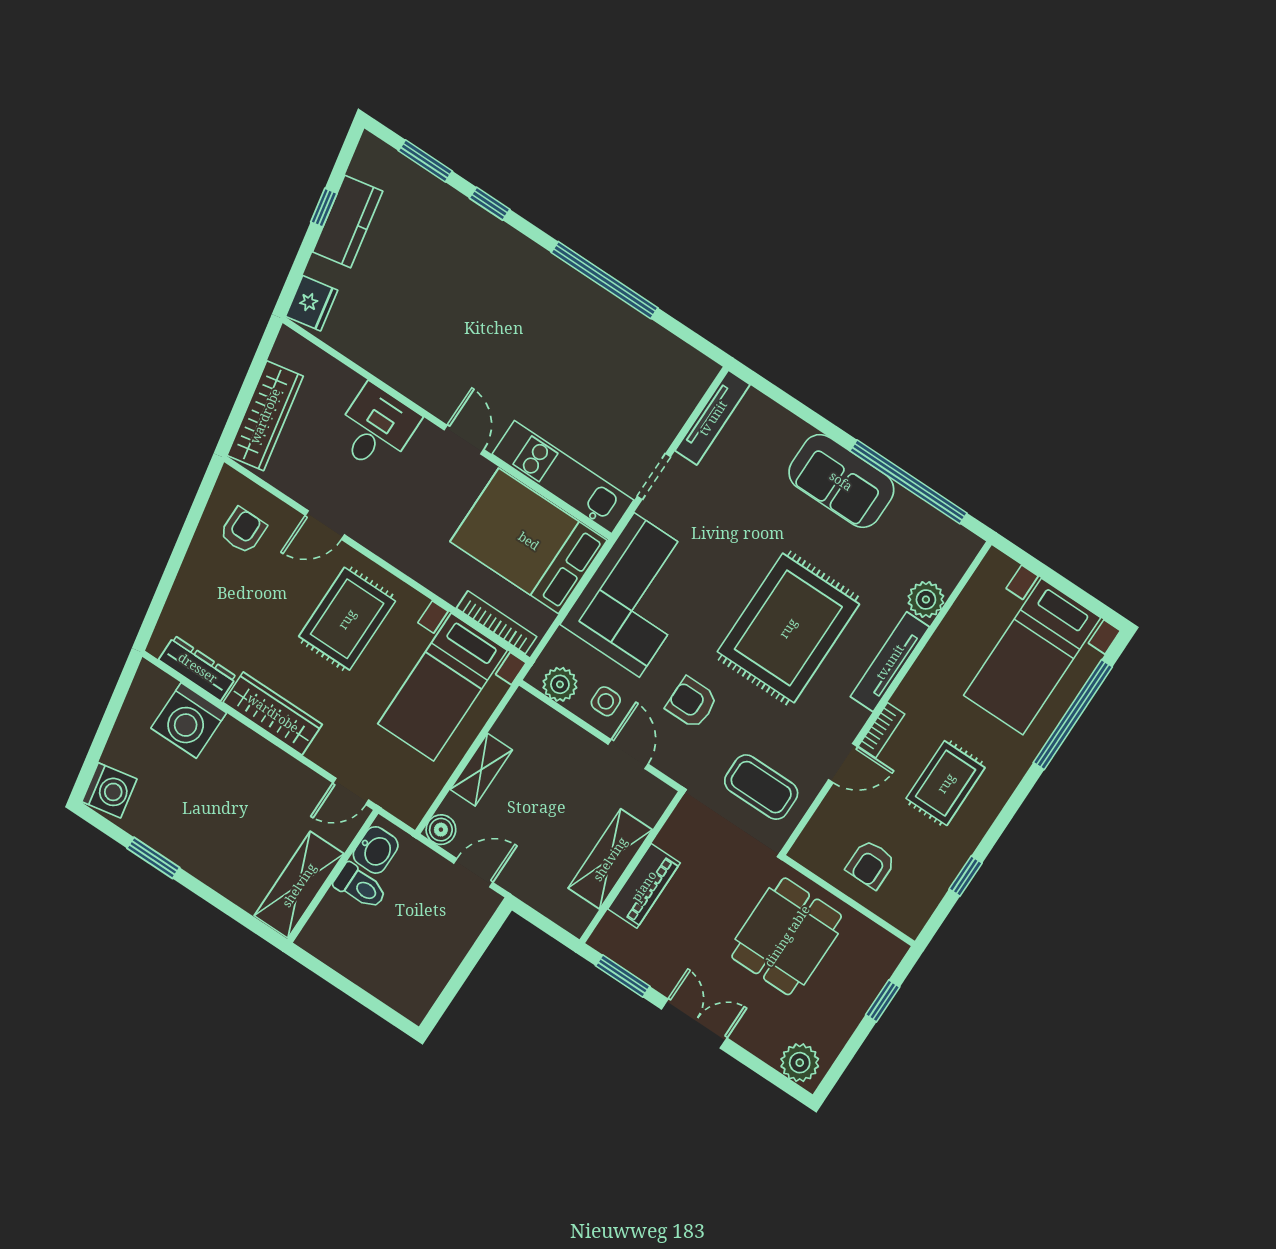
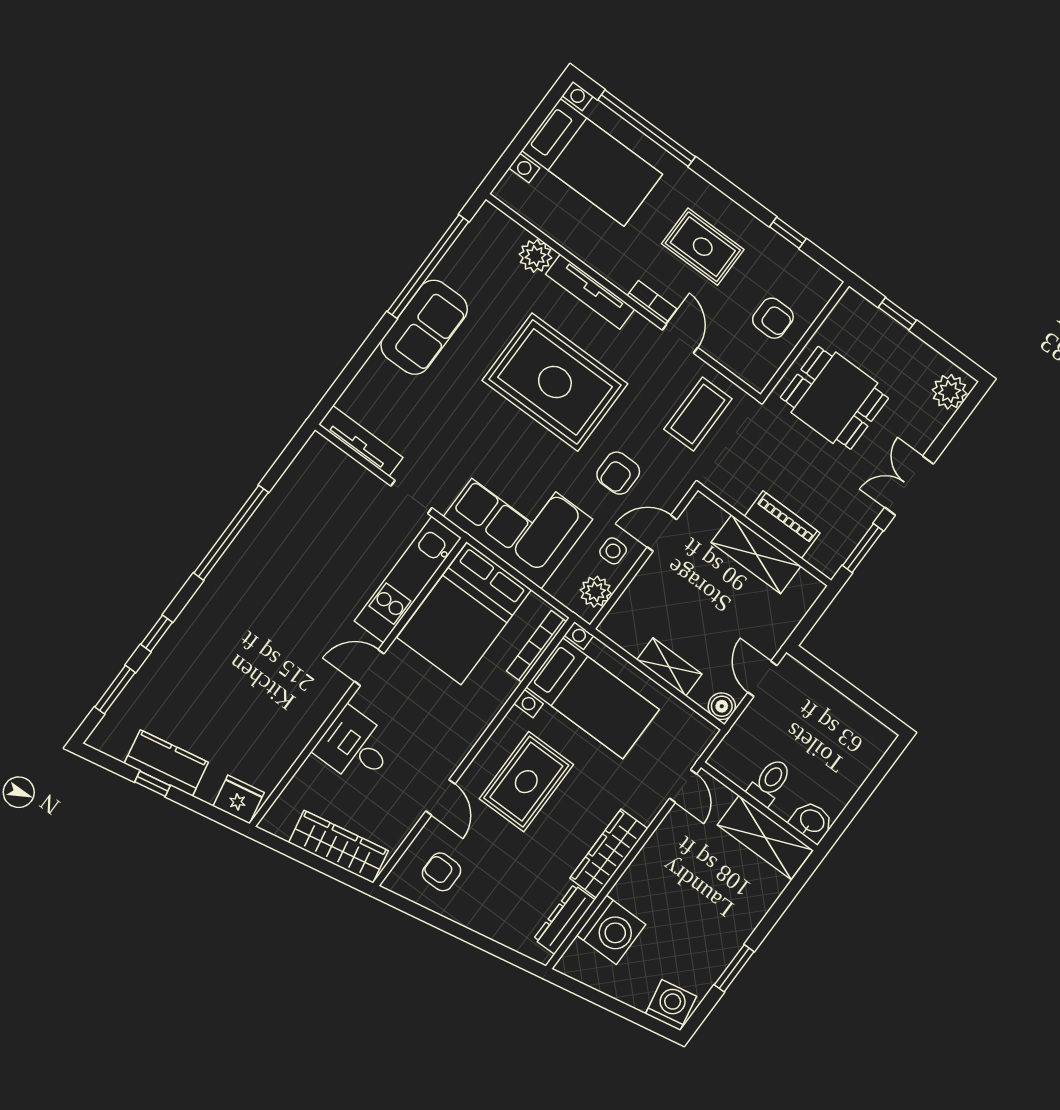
rug: (347, 619) -> (526, 782), turned 90
washbasin: (376, 850) -> (812, 821), moved

